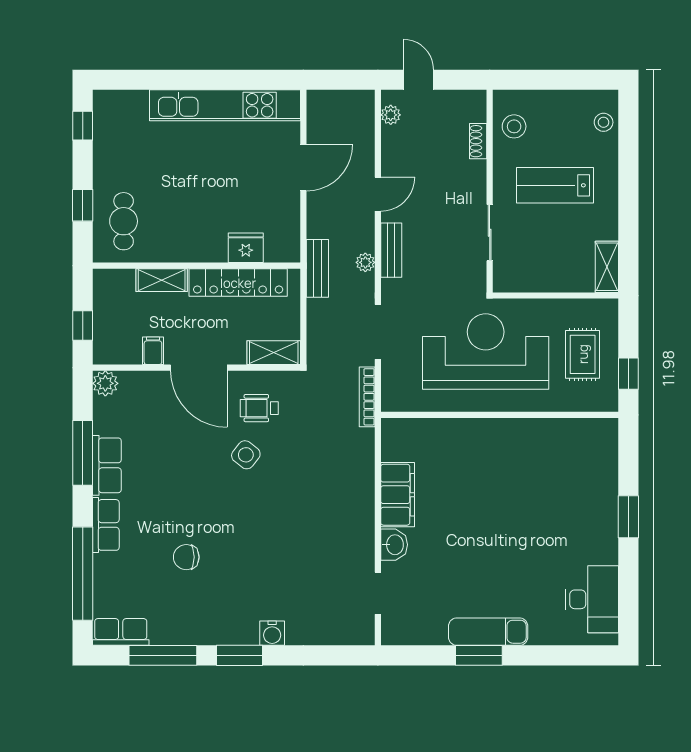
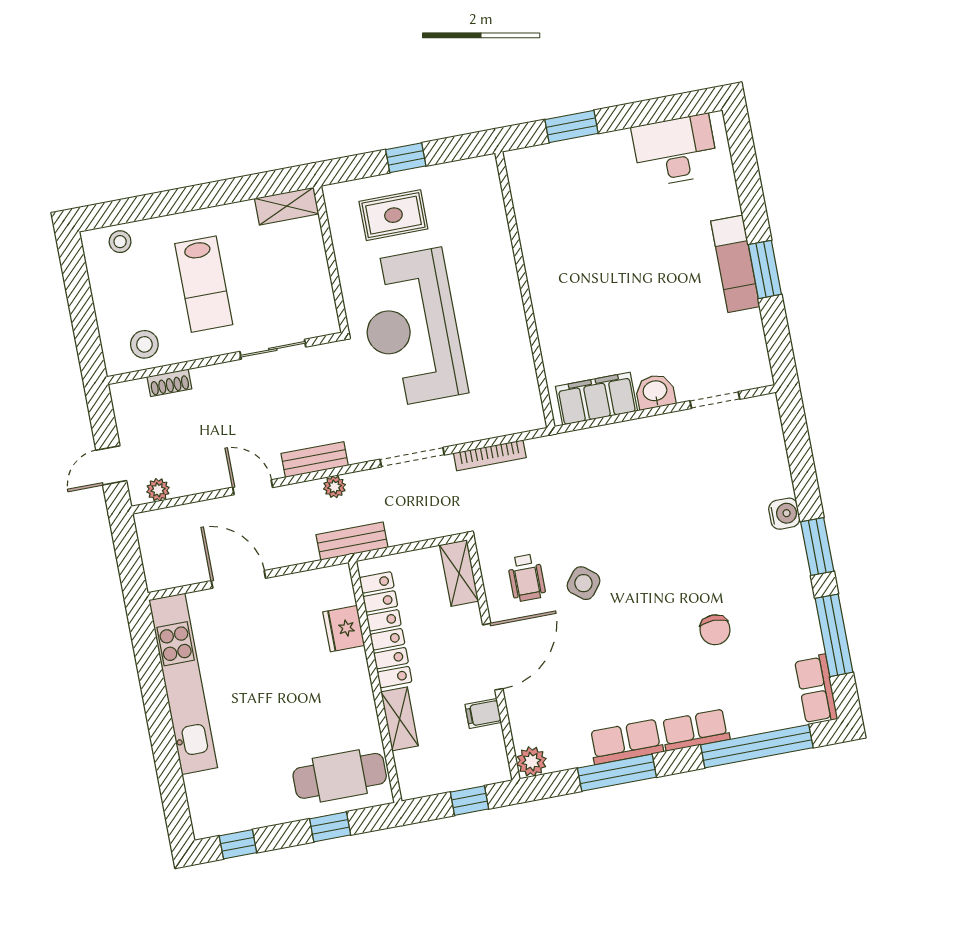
cafe table: (124, 221) -> (340, 776), width x1.37, depth x1.35
wall: (500, 415) -> (525, 290), moved

